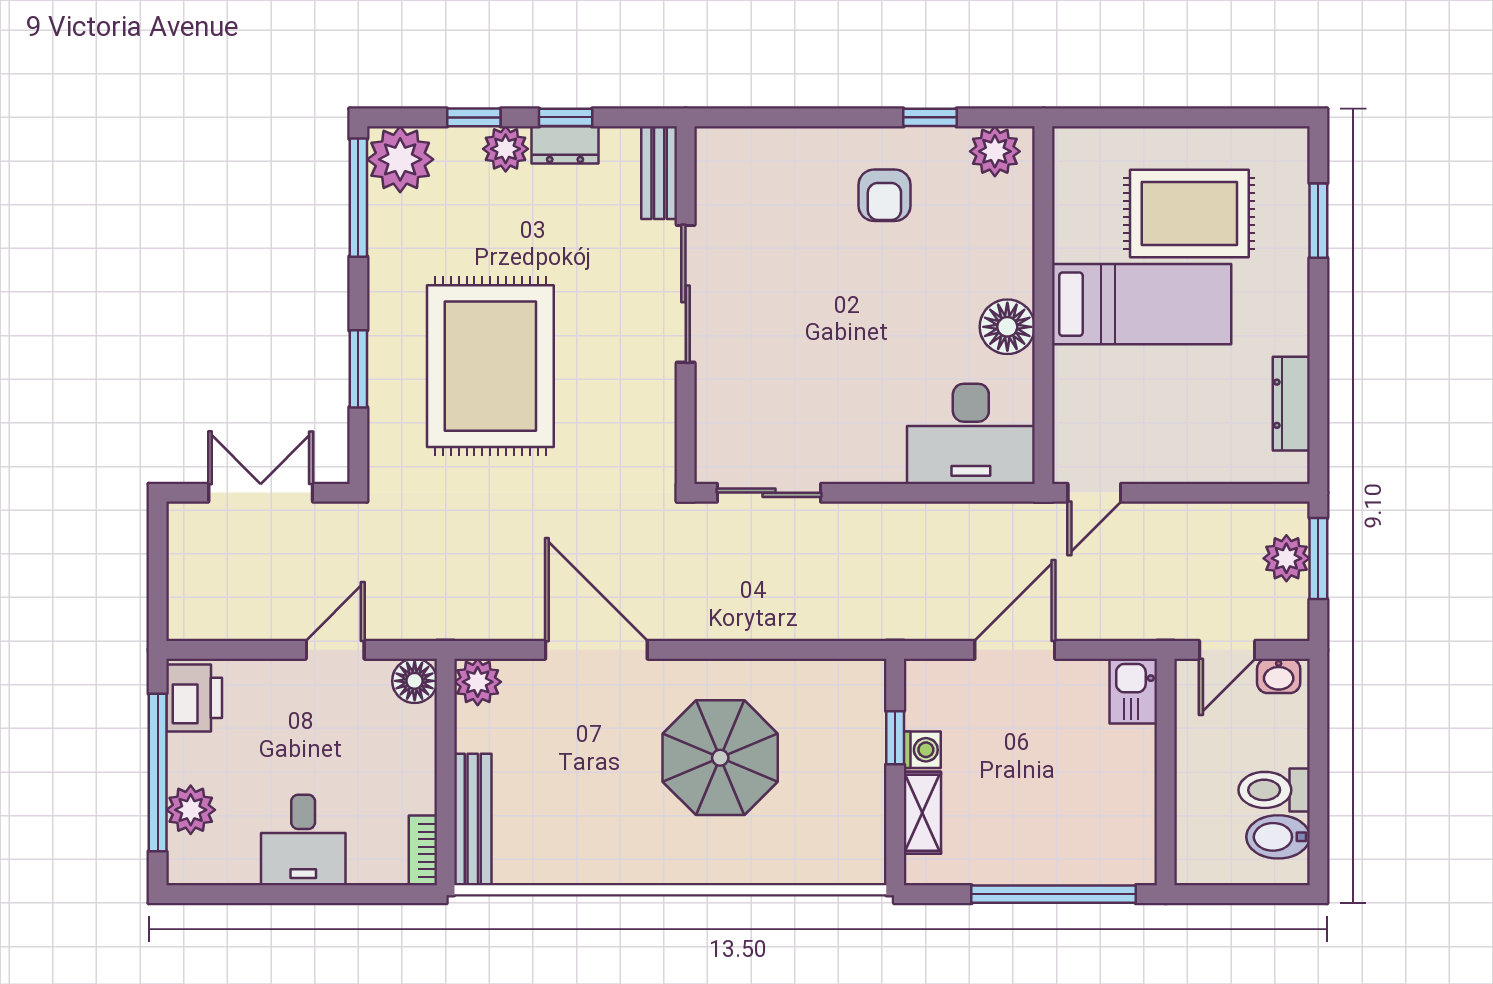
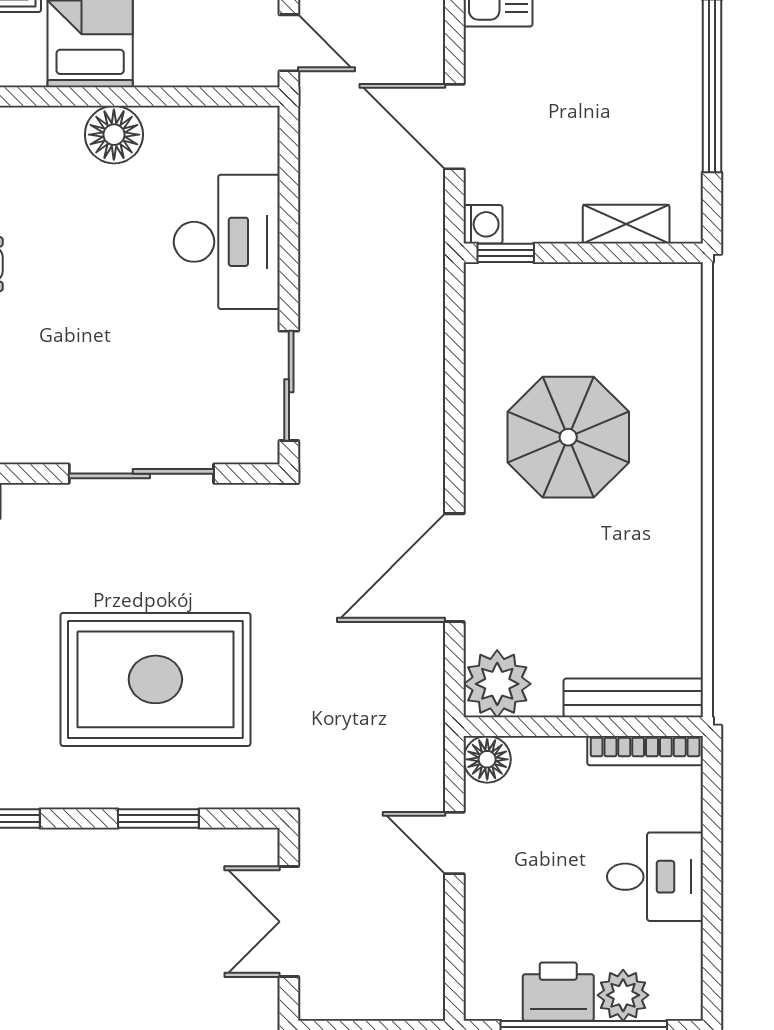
sliding door: (686, 294) -> (141, 474), moved
desk: (971, 434) -> (227, 242), moved
plant: (478, 682) -> (497, 684), width x1.36, depth x1.36
printer: (194, 698) -> (558, 992), moved
window: (895, 738) -> (506, 253), moved
washing machine: (922, 750) -> (483, 224), moved, turned 90
bookcase: (423, 850) -> (645, 751), width x1.56

